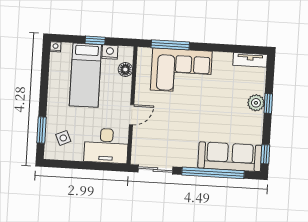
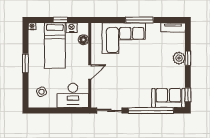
window: (170, 45) -> (139, 20), moved
window: (41, 130) -> (25, 63), moved
sofa: (230, 157) -> (168, 98), width x0.73

